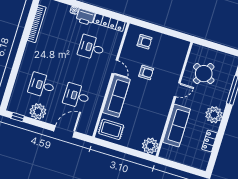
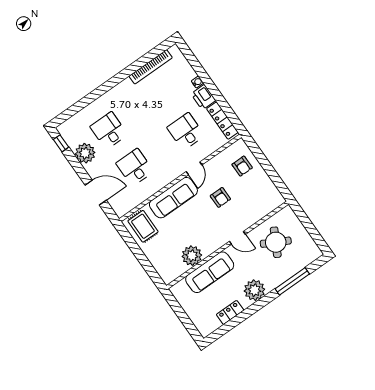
plant: (150, 146) -> (192, 256), moved

